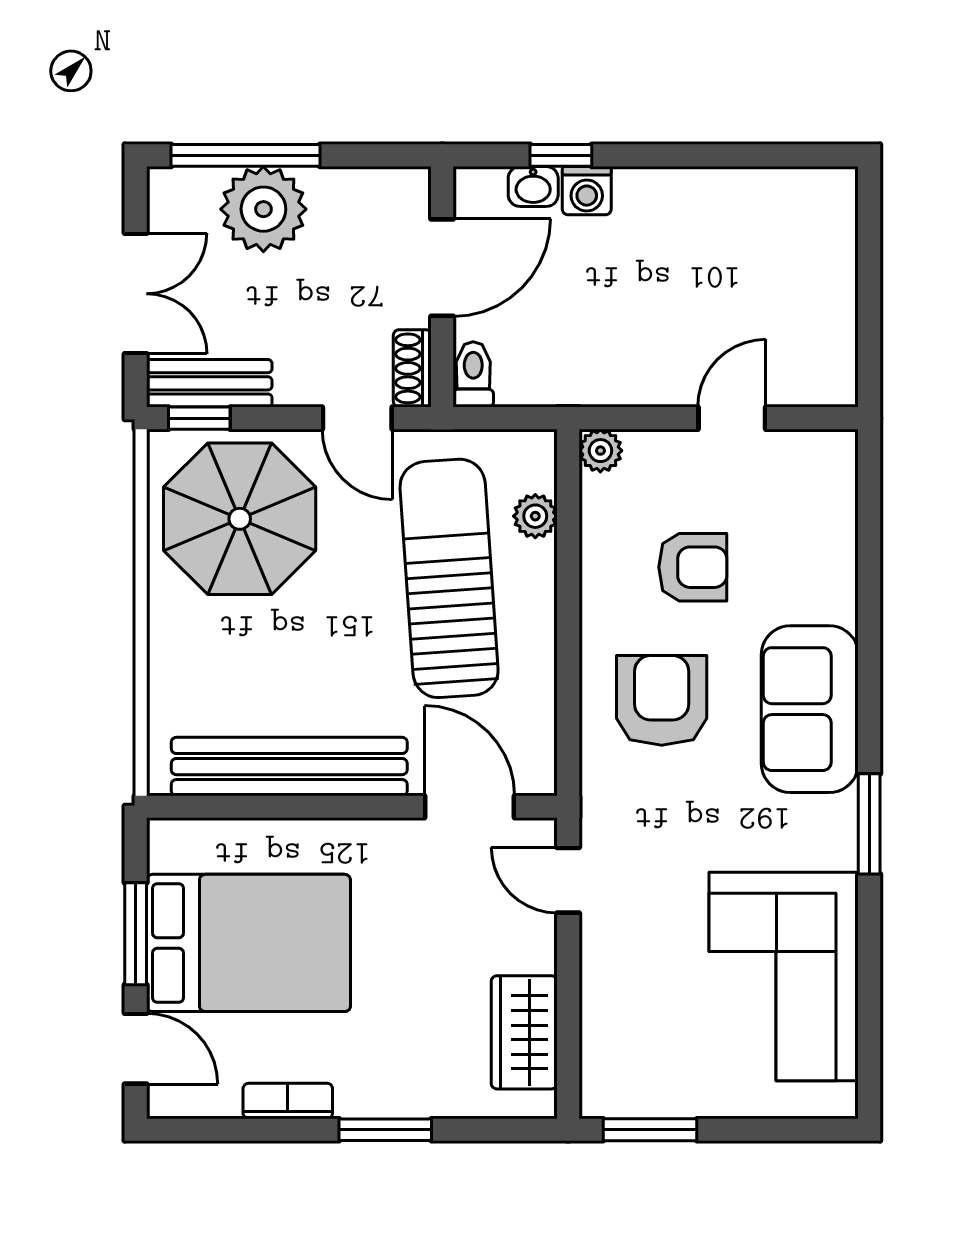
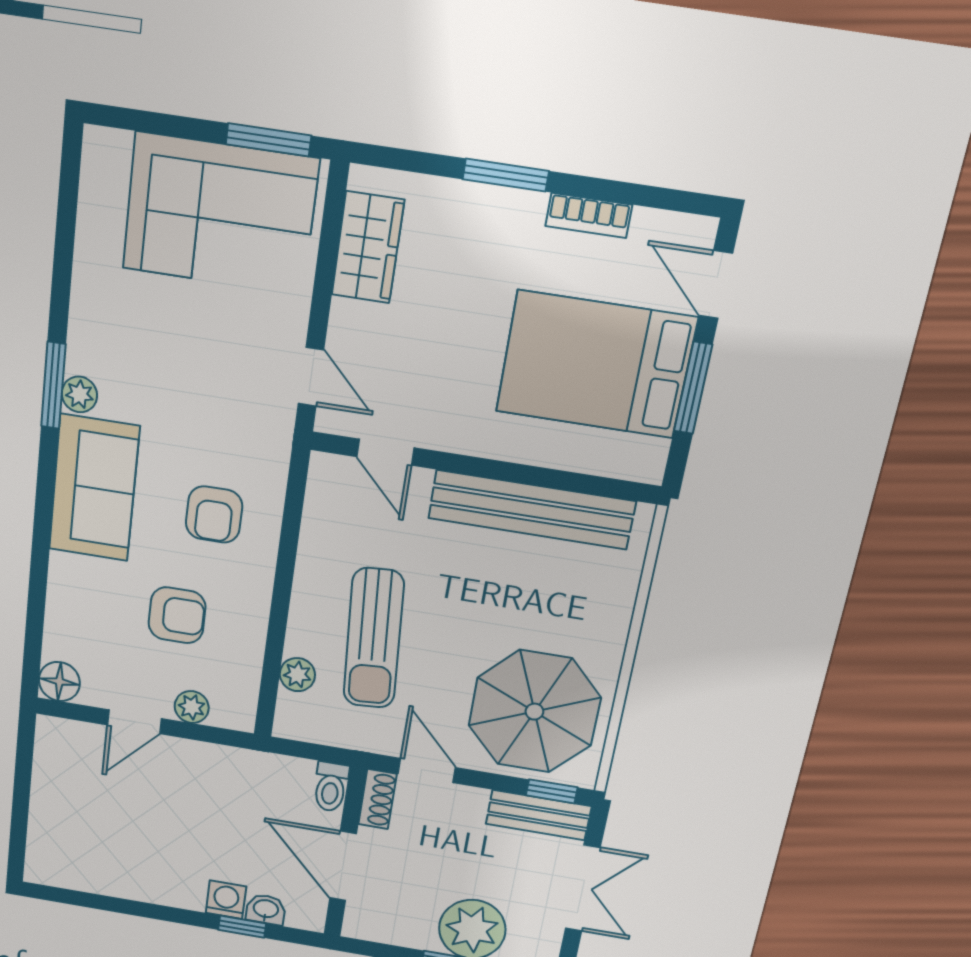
door: (442, 268) -> (343, 866), hinge flipped
double door: (136, 294) -> (583, 888), swing flipped
plant: (600, 451) -> (192, 707), moved
floor lamp: (832, 455) -> (59, 682), added
armchair: (693, 567) -> (177, 615), turned 180
sun lounger: (449, 578) -> (374, 638), width x0.73, depth x0.75
armchair: (662, 700) -> (214, 514), width x0.72, depth x0.72
door: (470, 807) -> (385, 452), width x0.73
plant: (837, 818) -> (79, 394), added
corner sofa: (784, 977) -> (220, 214), moved, turned 90

